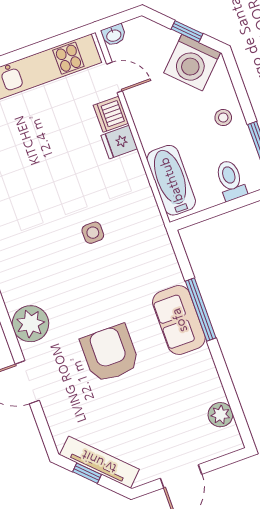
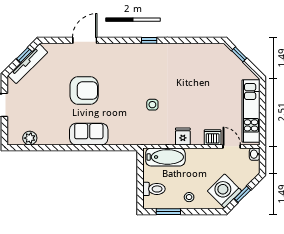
door: (115, 77) -> (232, 146), swing flipped
fridge: (119, 142) -> (183, 136), moved
window: (201, 310) -> (90, 148), removed
plant: (30, 324) -> (116, 53), removed

